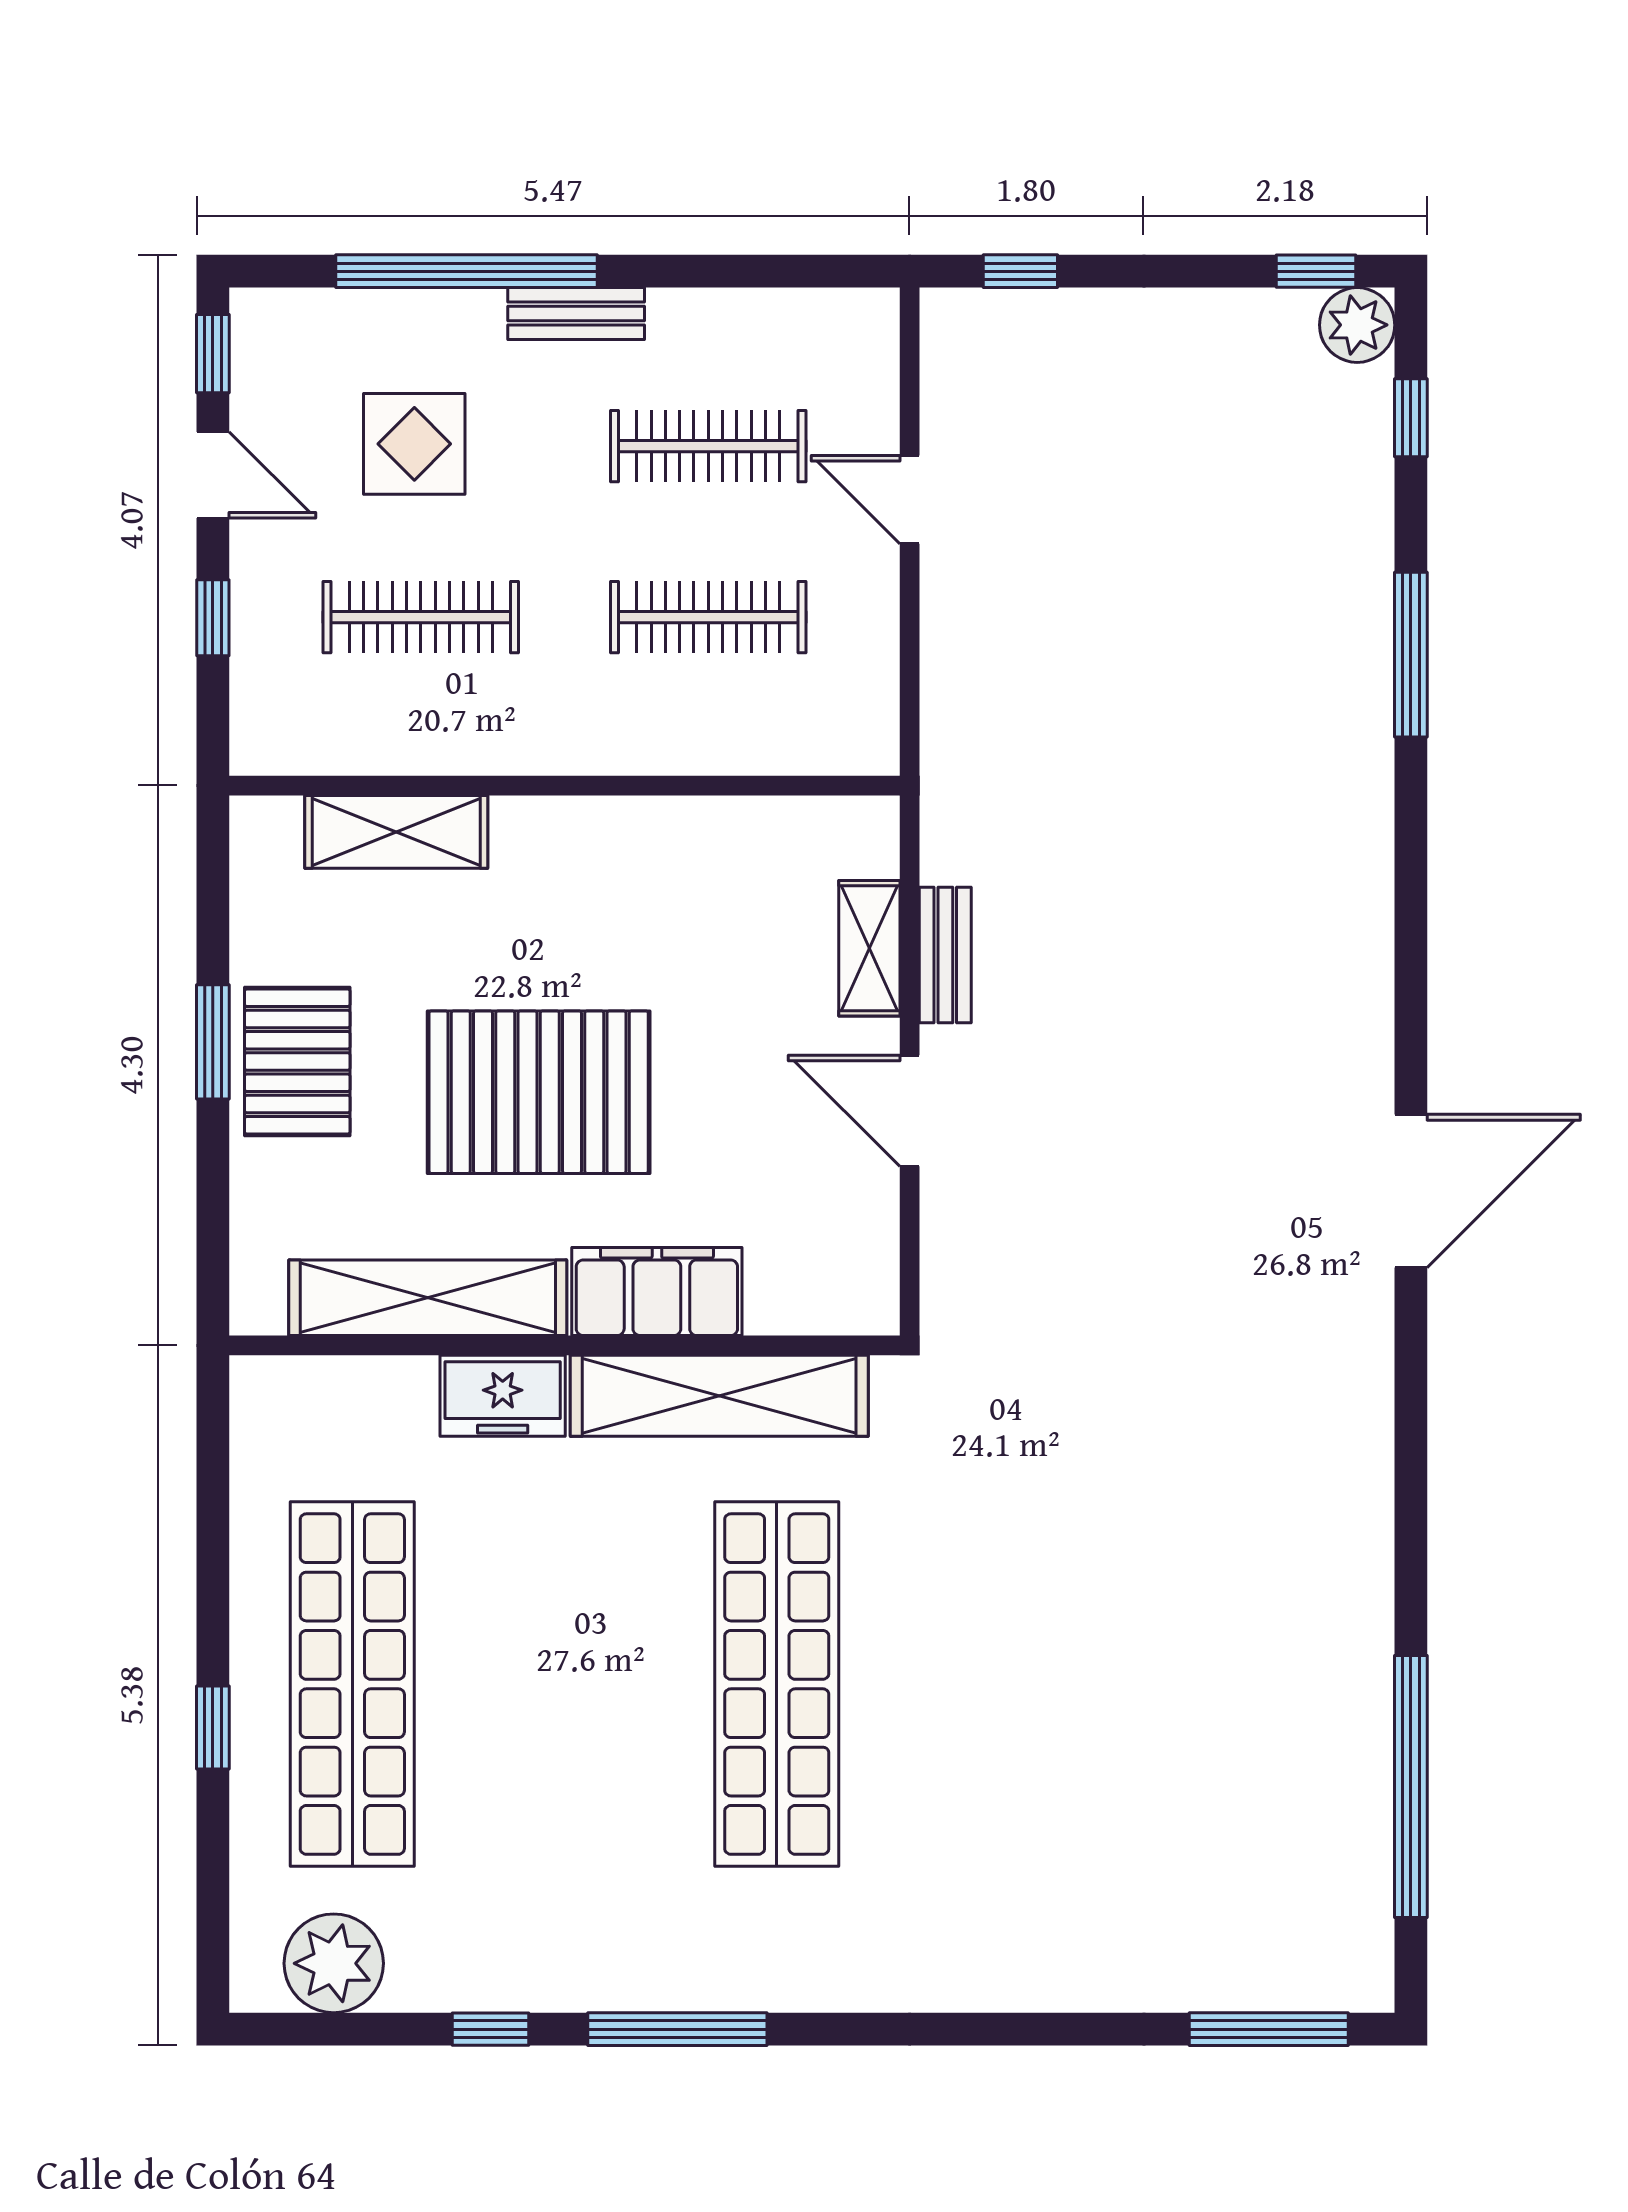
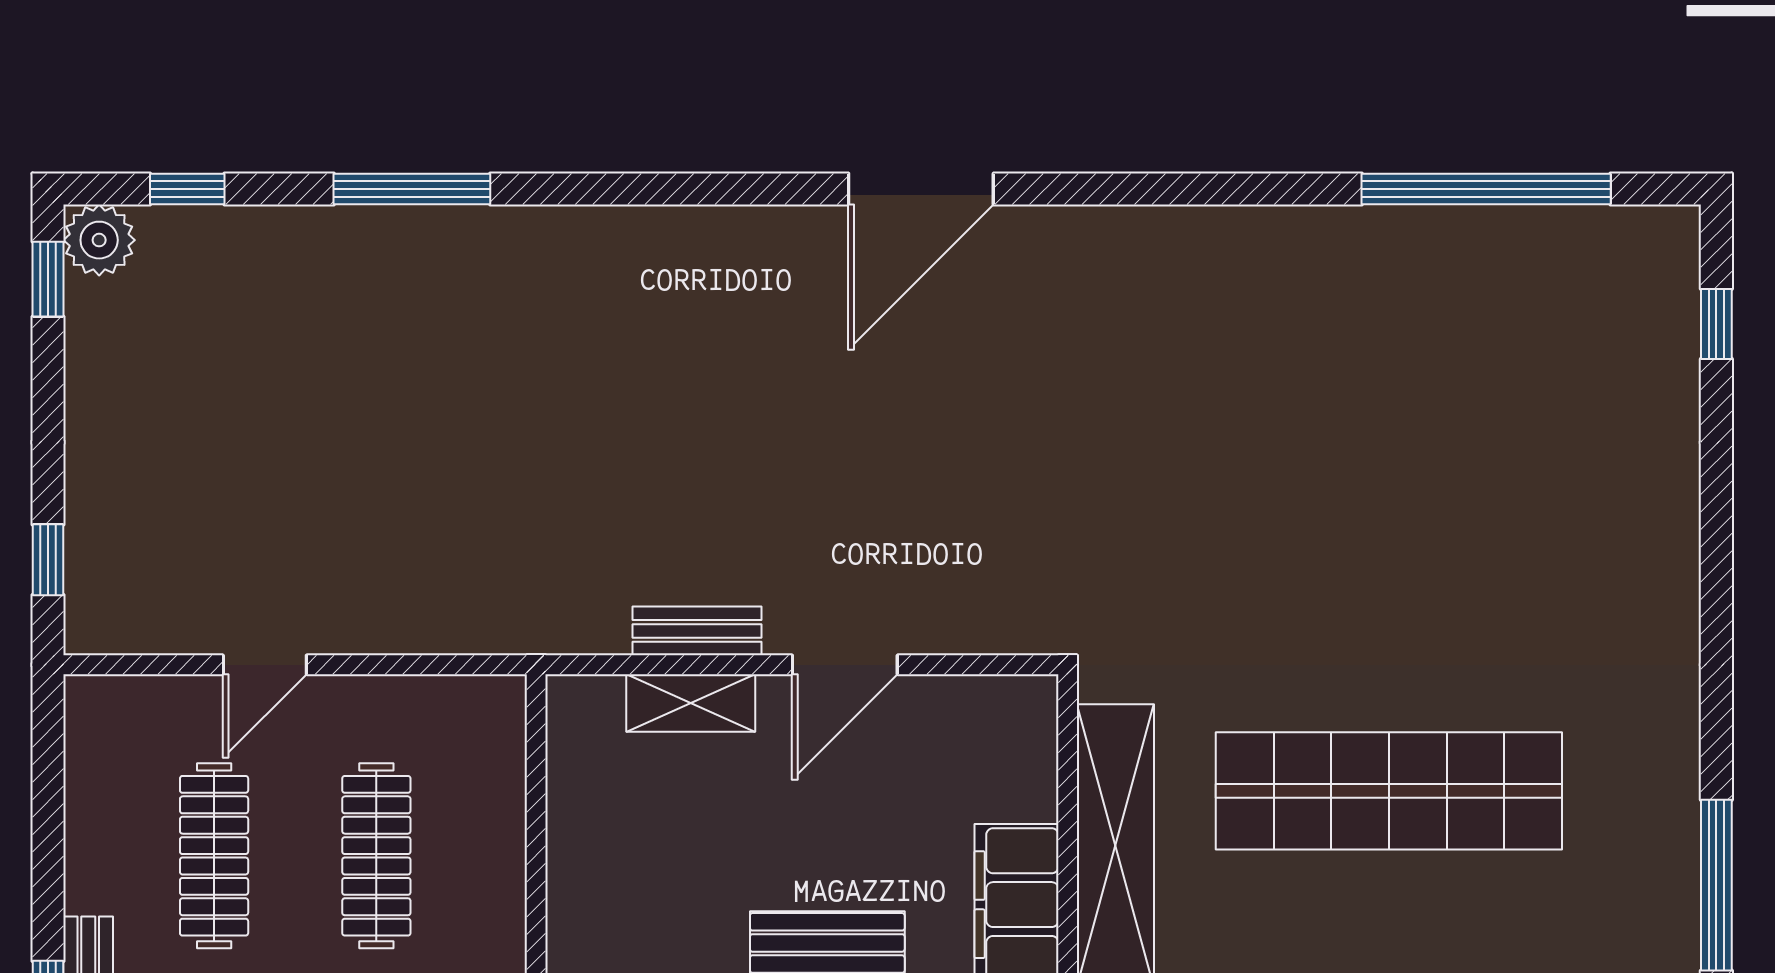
door: (1411, 1191) -> (921, 189), swing flipped
window: (1269, 2029) -> (1716, 324), width x0.46

